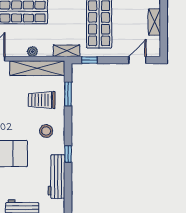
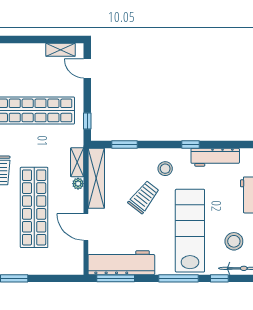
shelving: (154, 22) -> (60, 50), moved
shelving: (67, 51) -> (77, 162), moved
trolley: (42, 100) -> (144, 197), moved, turned -142

